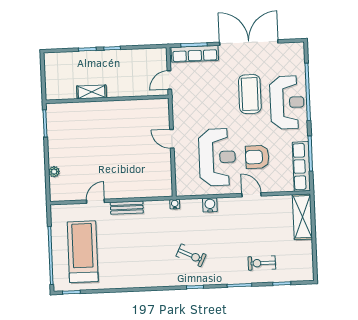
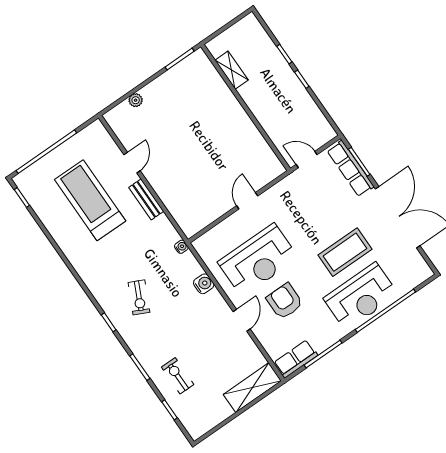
shelving: (92, 92) -> (232, 70), moved
row of seats: (301, 166) -> (296, 359), width x0.68
door: (95, 201) -> (132, 163), hinge flipped
treadmill: (83, 252) -> (90, 200), moved, turned -90

